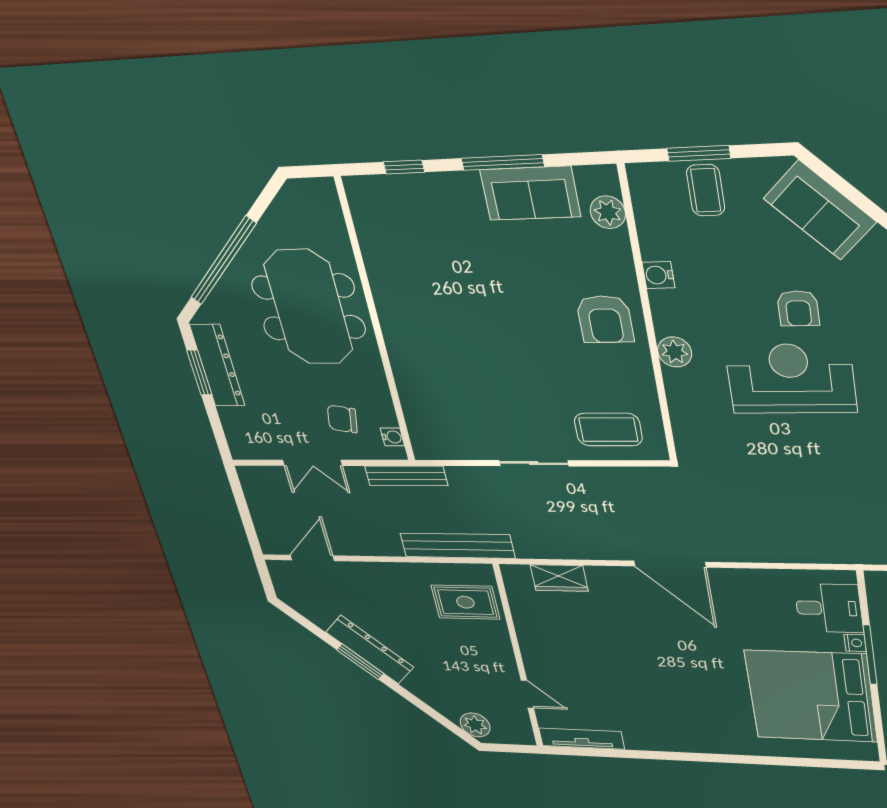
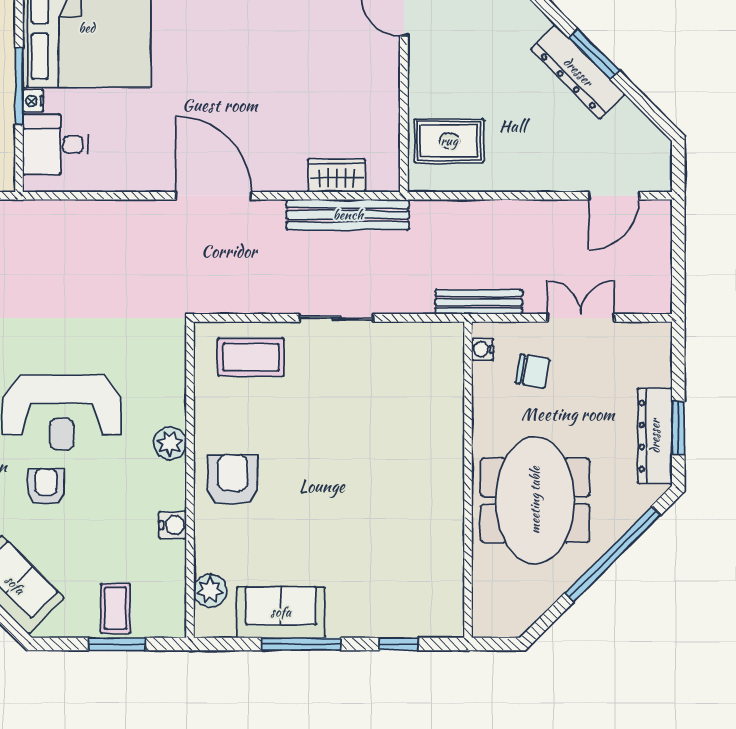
bench: (457, 546) -> (348, 215), moved

